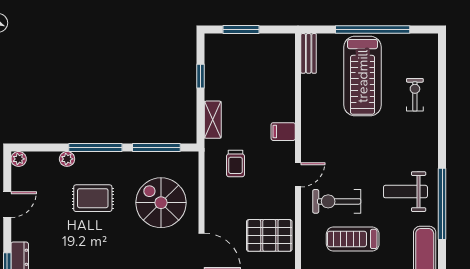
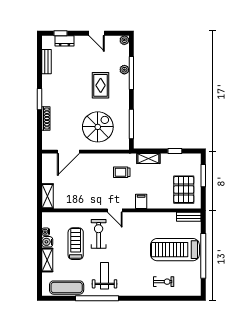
window: (95, 148) -> (131, 73), moved
pallet: (269, 235) -> (184, 190), moved

